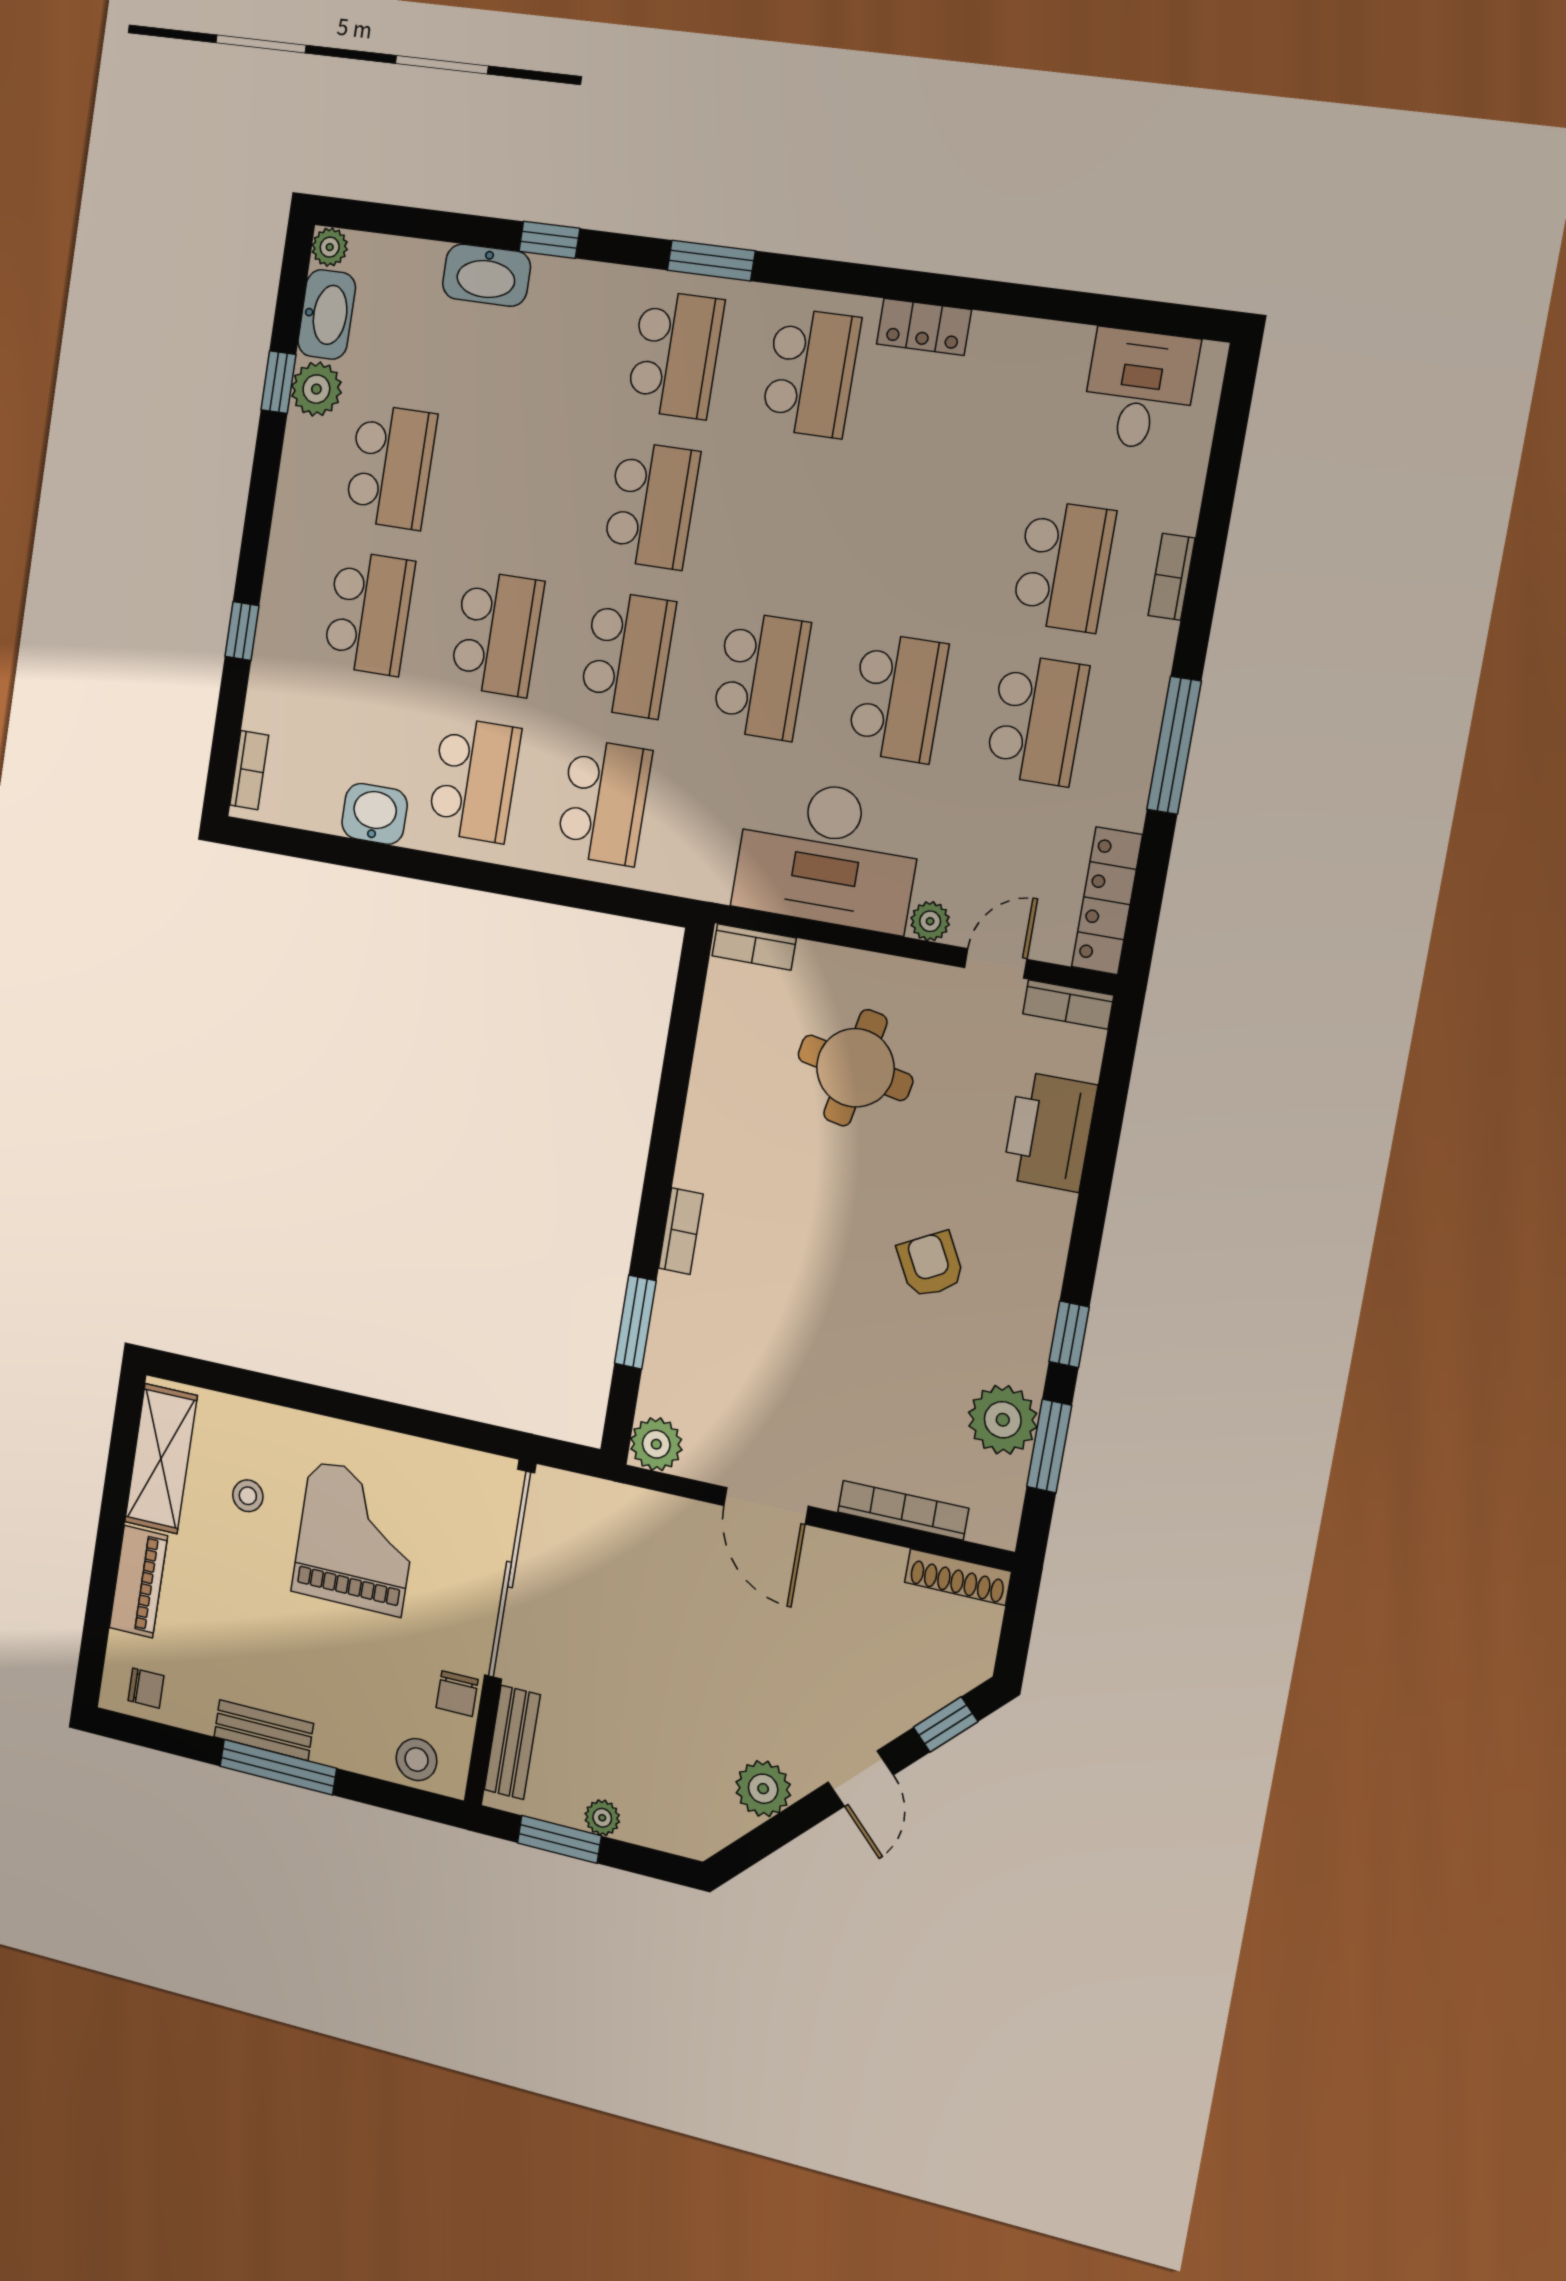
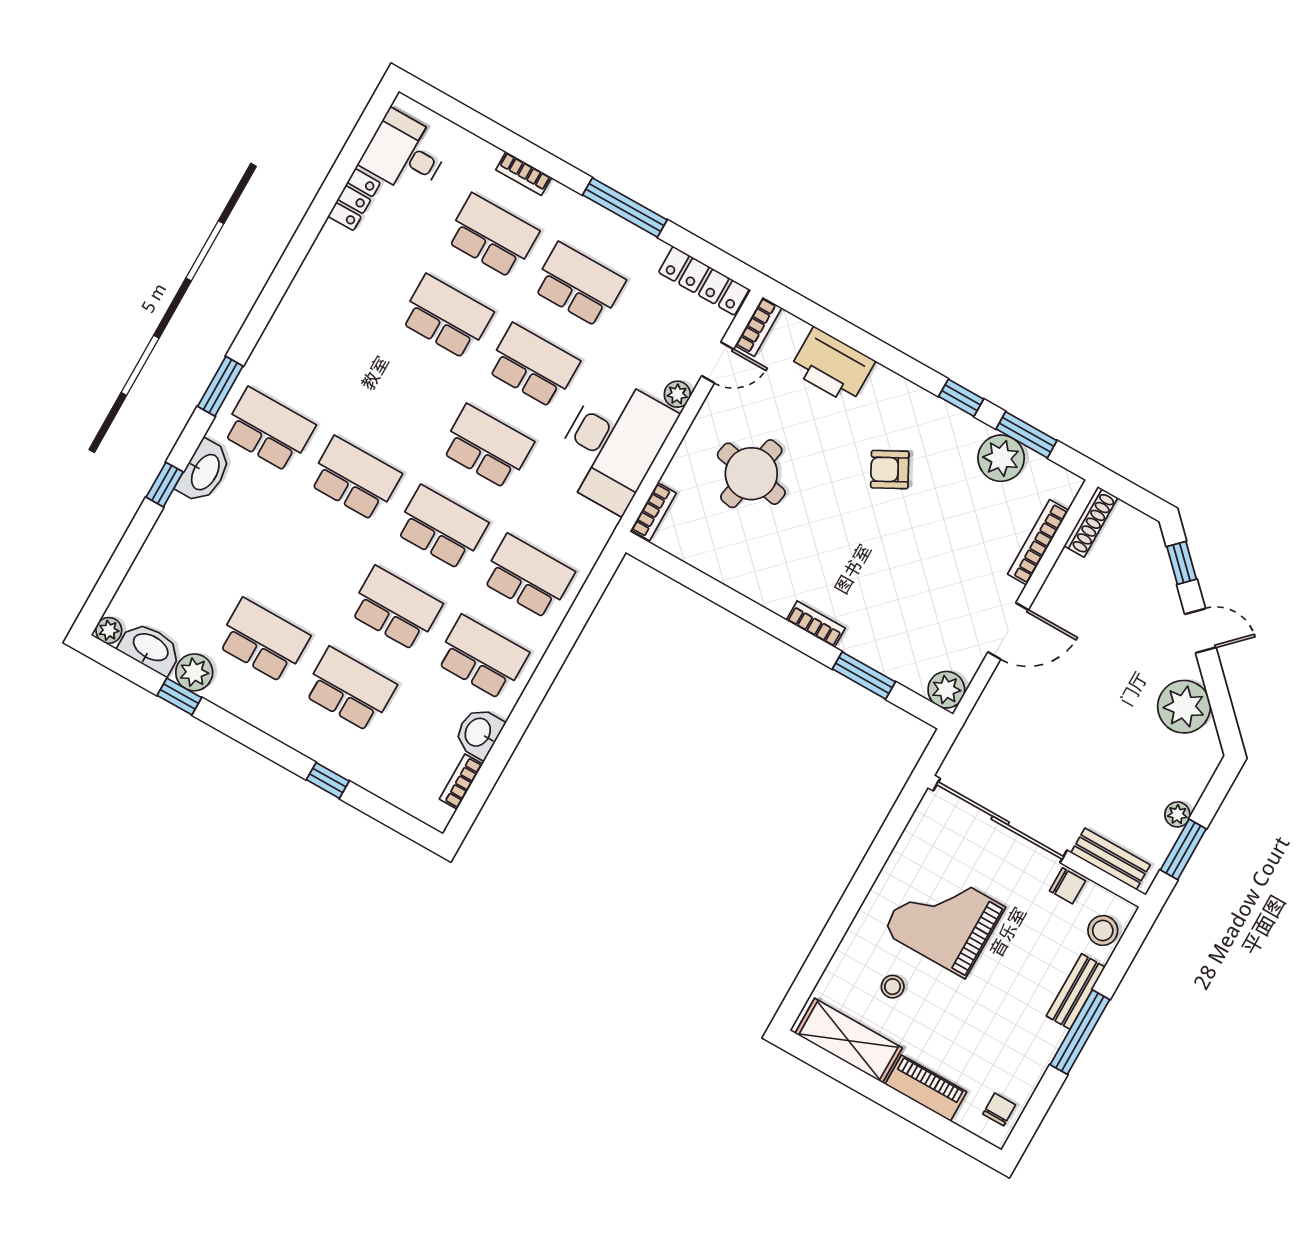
washbasin: (486, 275) -> (204, 472), moved
locker: (924, 327) -> (354, 200), moved
school desk: (811, 373) -> (446, 317), moved
bookcase: (249, 770) -> (461, 782), moved, turned -90
door: (996, 963) -> (718, 363), swing flipped
bench: (264, 1730) -> (1076, 992), moved
plant: (763, 1789) -> (1184, 707), width x1.36, depth x1.36

